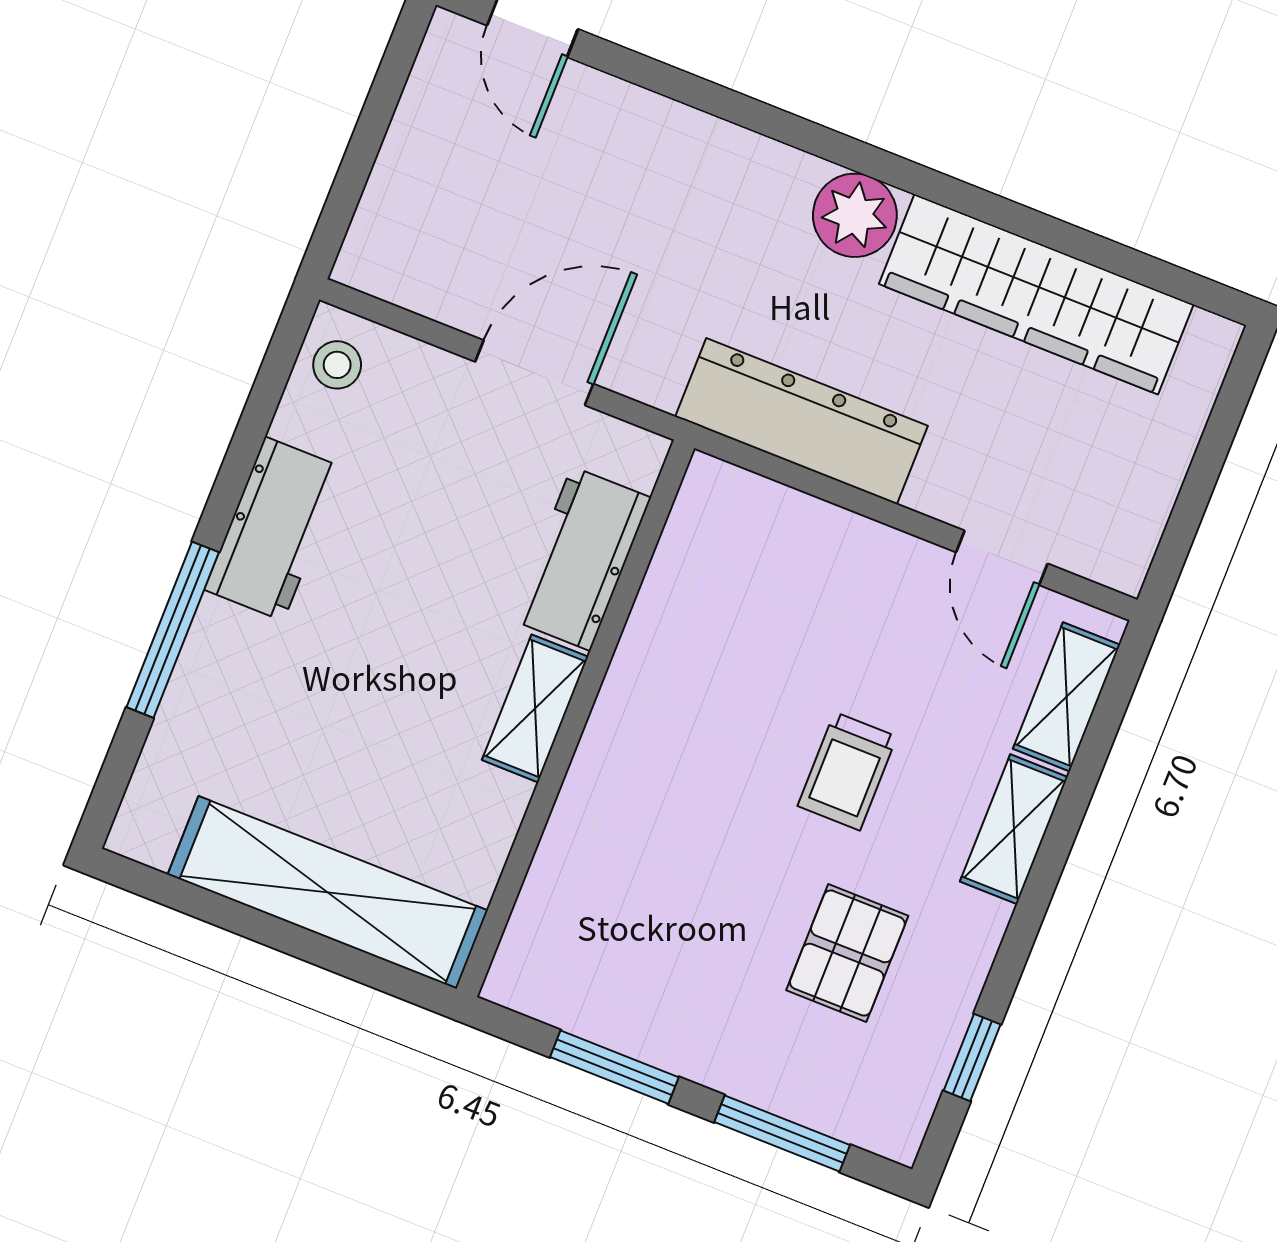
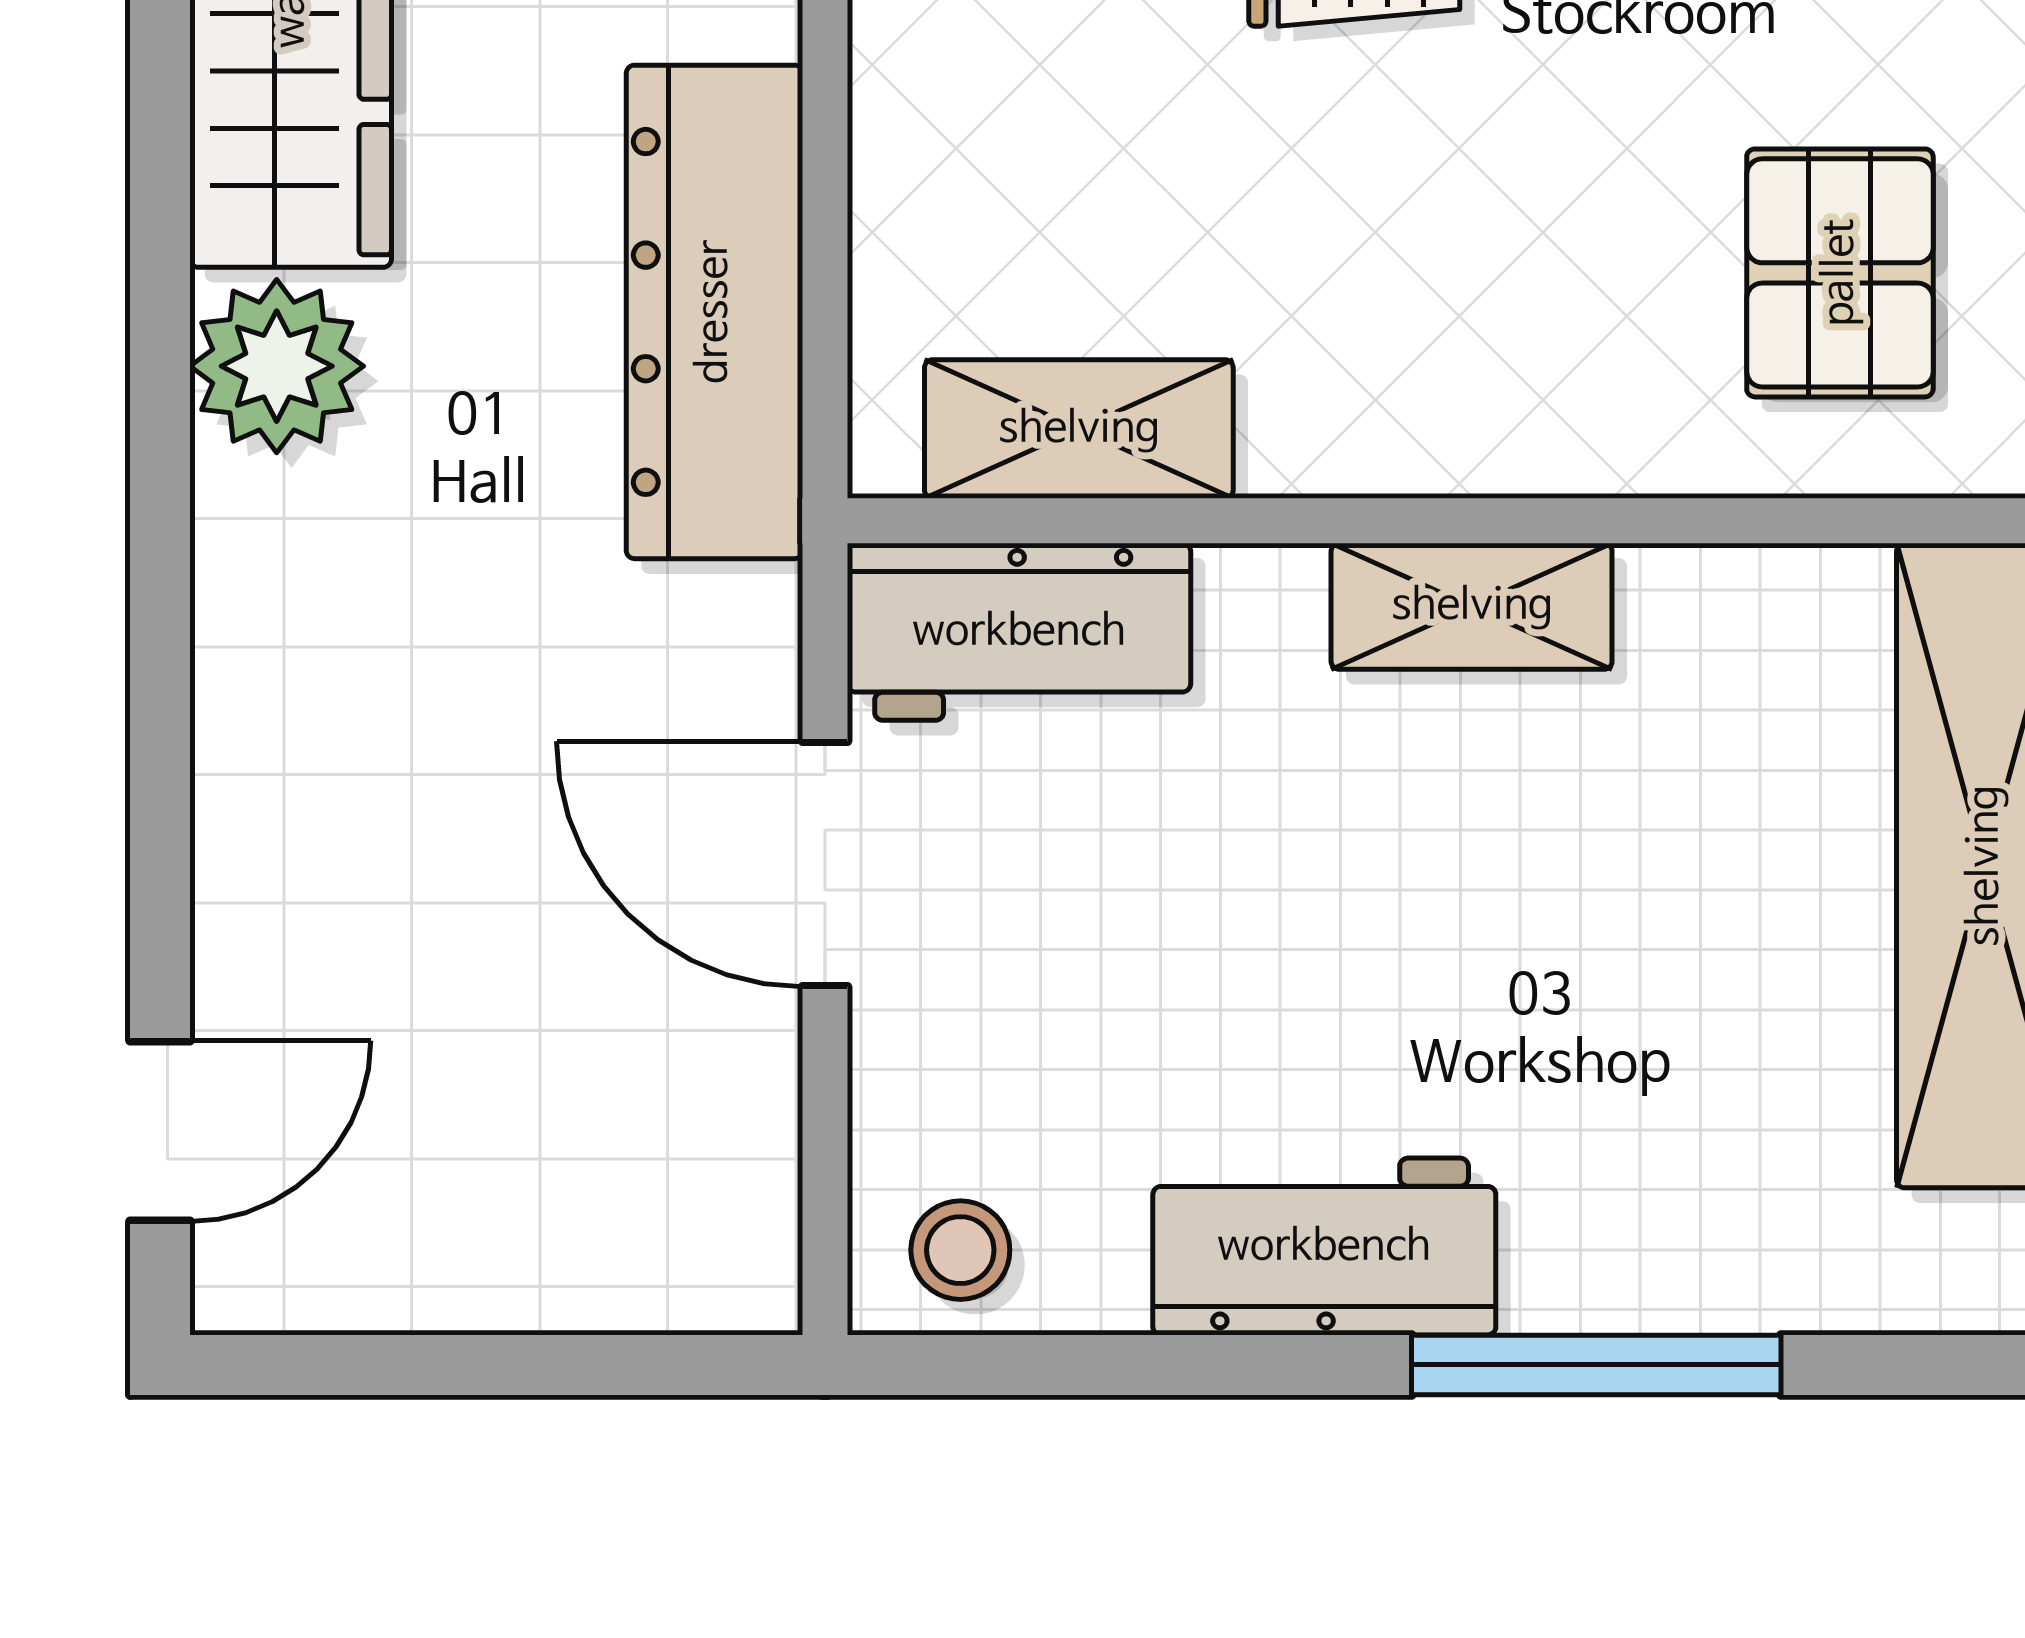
workbench: (581, 559) -> (1019, 632), moved
shelving: (684, 564) -> (1079, 429), added
pallet: (619, 933) -> (1840, 273), added

